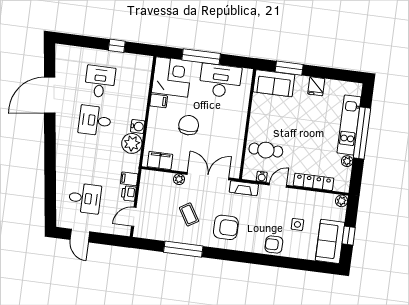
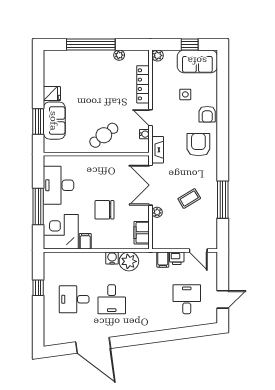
sofa: (274, 83) -> (54, 121), moved
kitchen unit: (349, 125) -> (85, 58), removed
cafe table: (266, 150) -> (104, 135), moved, turned 52
armchair: (226, 227) -> (198, 145), moved

